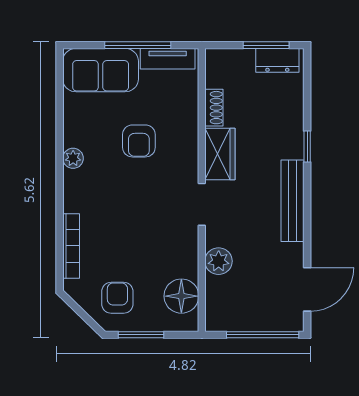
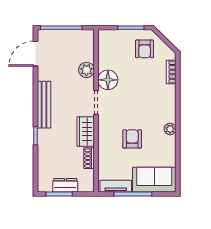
dresser: (277, 60) -> (65, 185), moved
bookcase: (71, 246) -> (171, 72), width x0.64
floor lamp: (181, 296) -> (108, 80), moved

